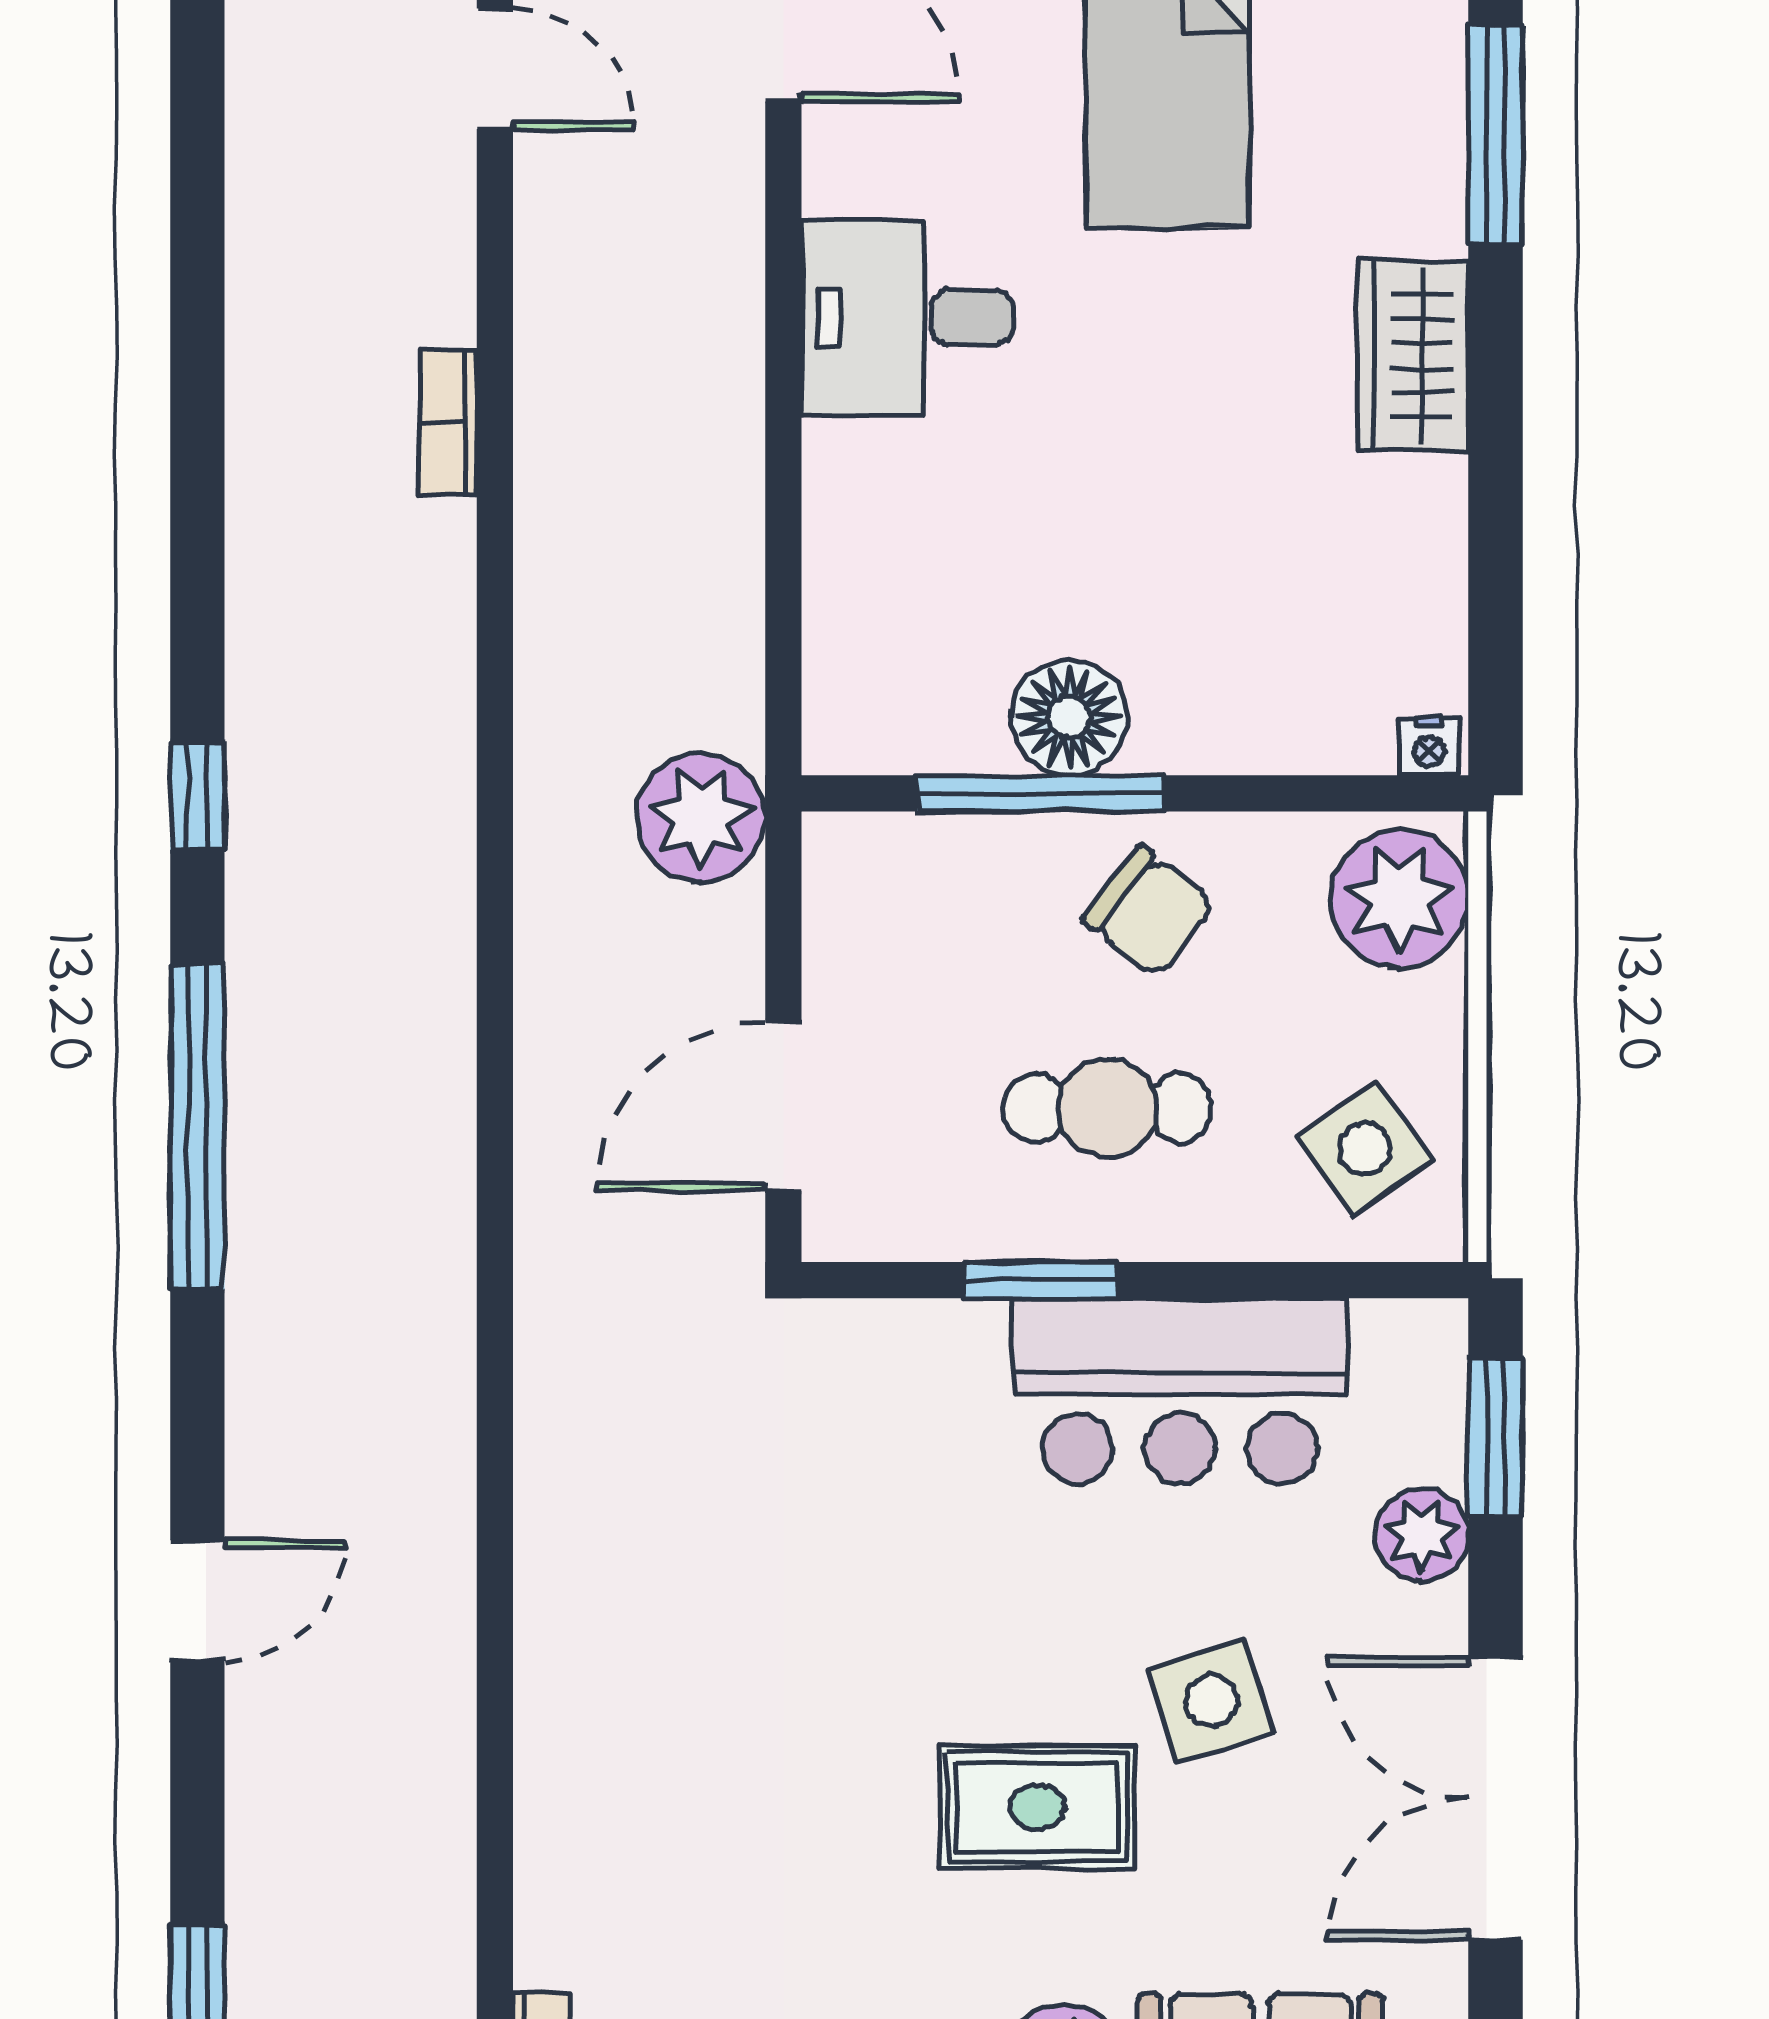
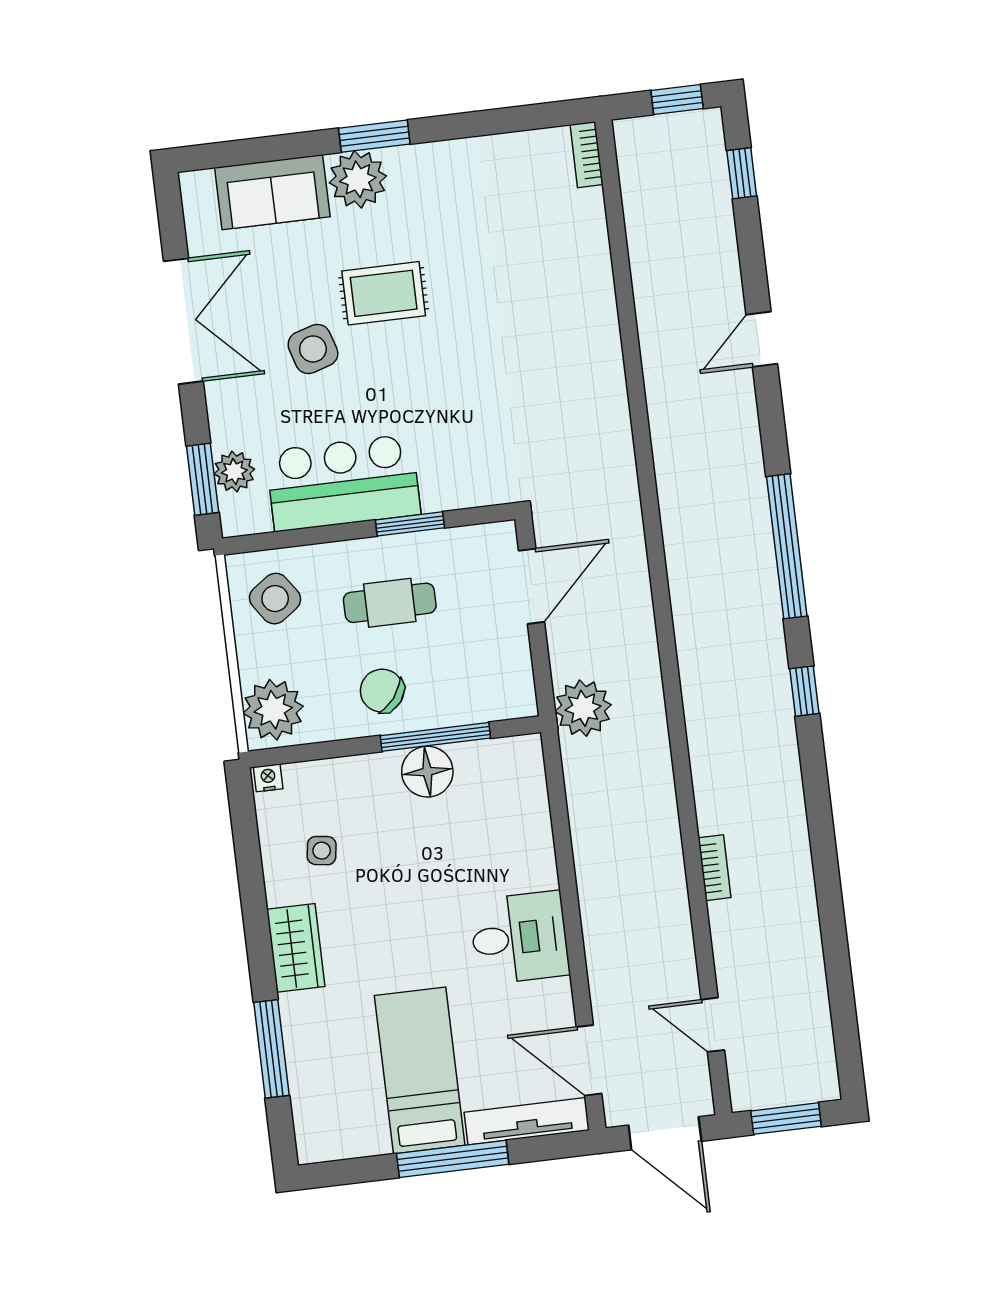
side table: (1329, 568) -> (322, 851), added
plant: (1422, 1535) -> (234, 472), moved

